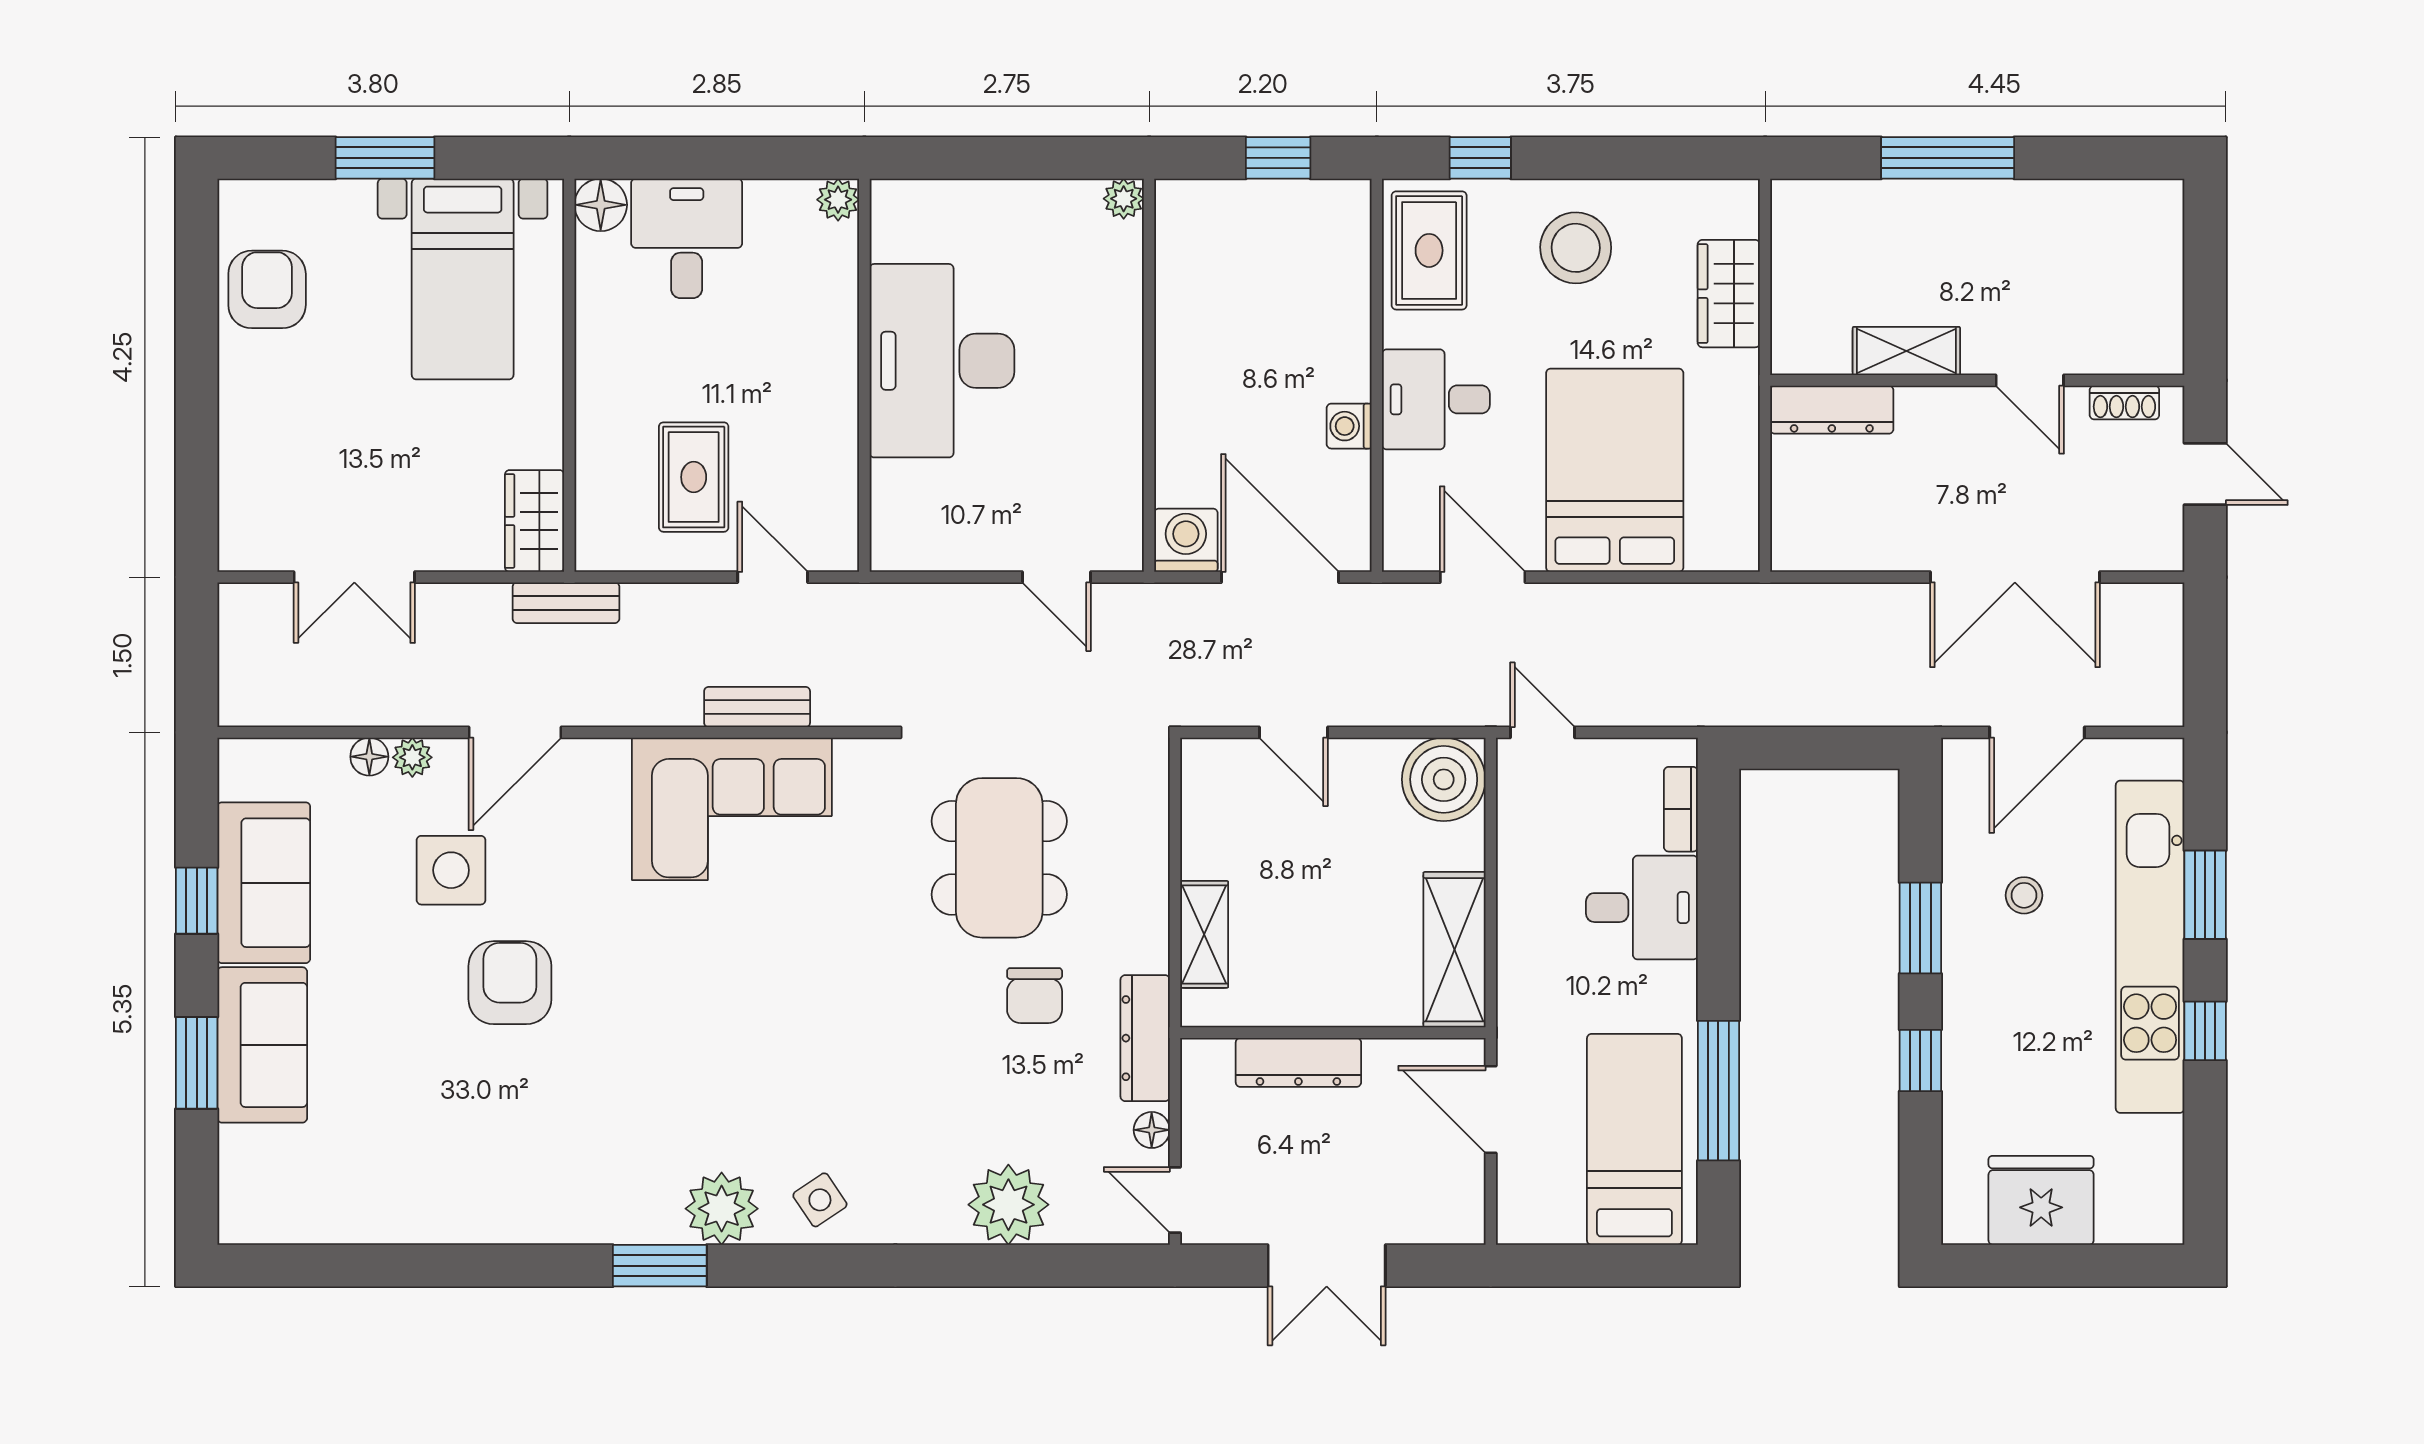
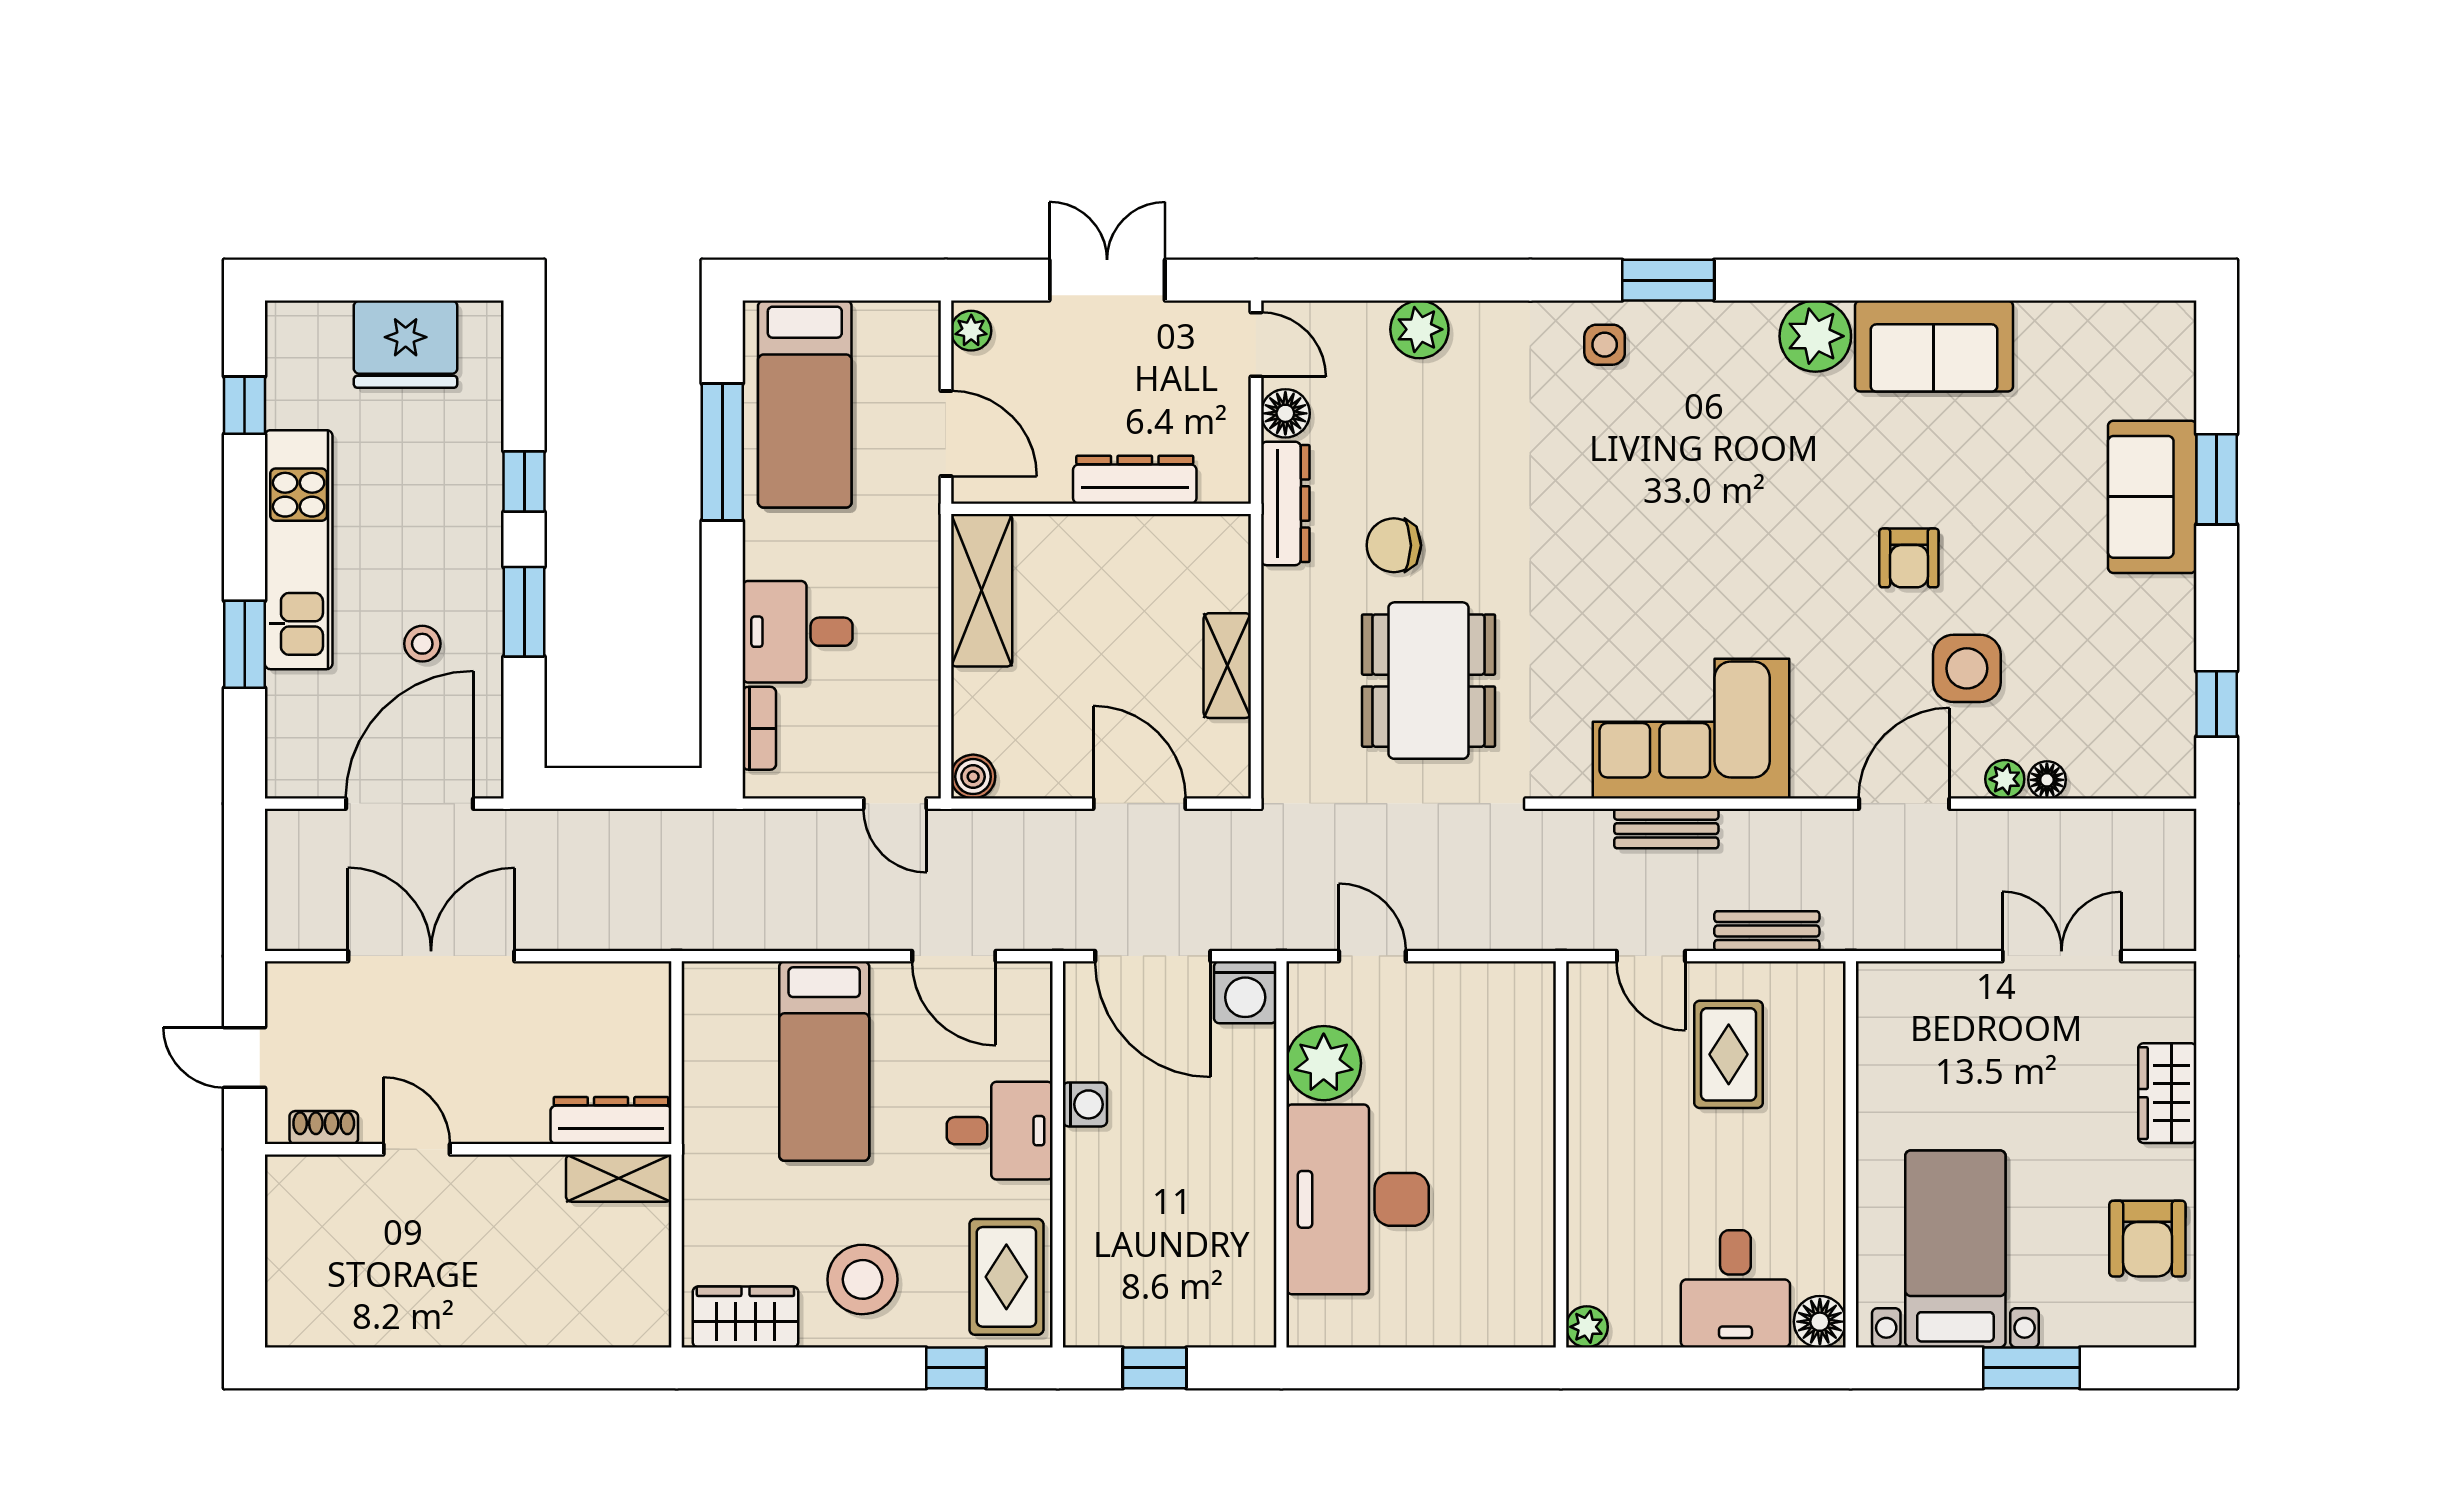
window: (1948, 158) -> (497, 1368), removed
plant: (1124, 199) -> (1324, 1063), moved, width x1.87, depth x1.87
wardrobe: (1729, 294) -> (745, 1317), moved, turned -90
shelving: (1906, 351) -> (619, 1178), moved
desk: (942, 361) -> (1358, 1199), moved, turned 180
bed: (1615, 470) -> (824, 1061), width x0.67
wardrobe: (535, 521) -> (2167, 1093), moved, turned 180
bench: (566, 603) -> (1767, 931), moved
door: (1294, 732) -> (1140, 804), width x1.38
door: (2037, 732) -> (410, 804), width x1.36
boiler: (1444, 779) -> (973, 777), width x0.54, depth x0.54
sofa: (264, 883) -> (1934, 346), moved, turned -90
window: (197, 901) -> (2217, 704), moved
shelving: (1204, 934) -> (1227, 666), moved
kitchen unit: (2150, 947) -> (299, 550), width x0.73
armchair: (510, 983) -> (1909, 558), width x0.72, depth x0.72
chair: (1035, 996) -> (1394, 545), turned -90
window: (2205, 1031) -> (245, 405), moved
floor lamp: (1152, 1130) -> (1285, 413), width x1.37, depth x1.37
side table: (820, 1200) -> (1605, 345), turned 34
plant: (1008, 1205) -> (1419, 329), width x0.73, depth x0.73
plant: (722, 1209) -> (1815, 336), moved
plant: (1465, 1214) -> (971, 331), added
window: (660, 1266) -> (1668, 280), moved

